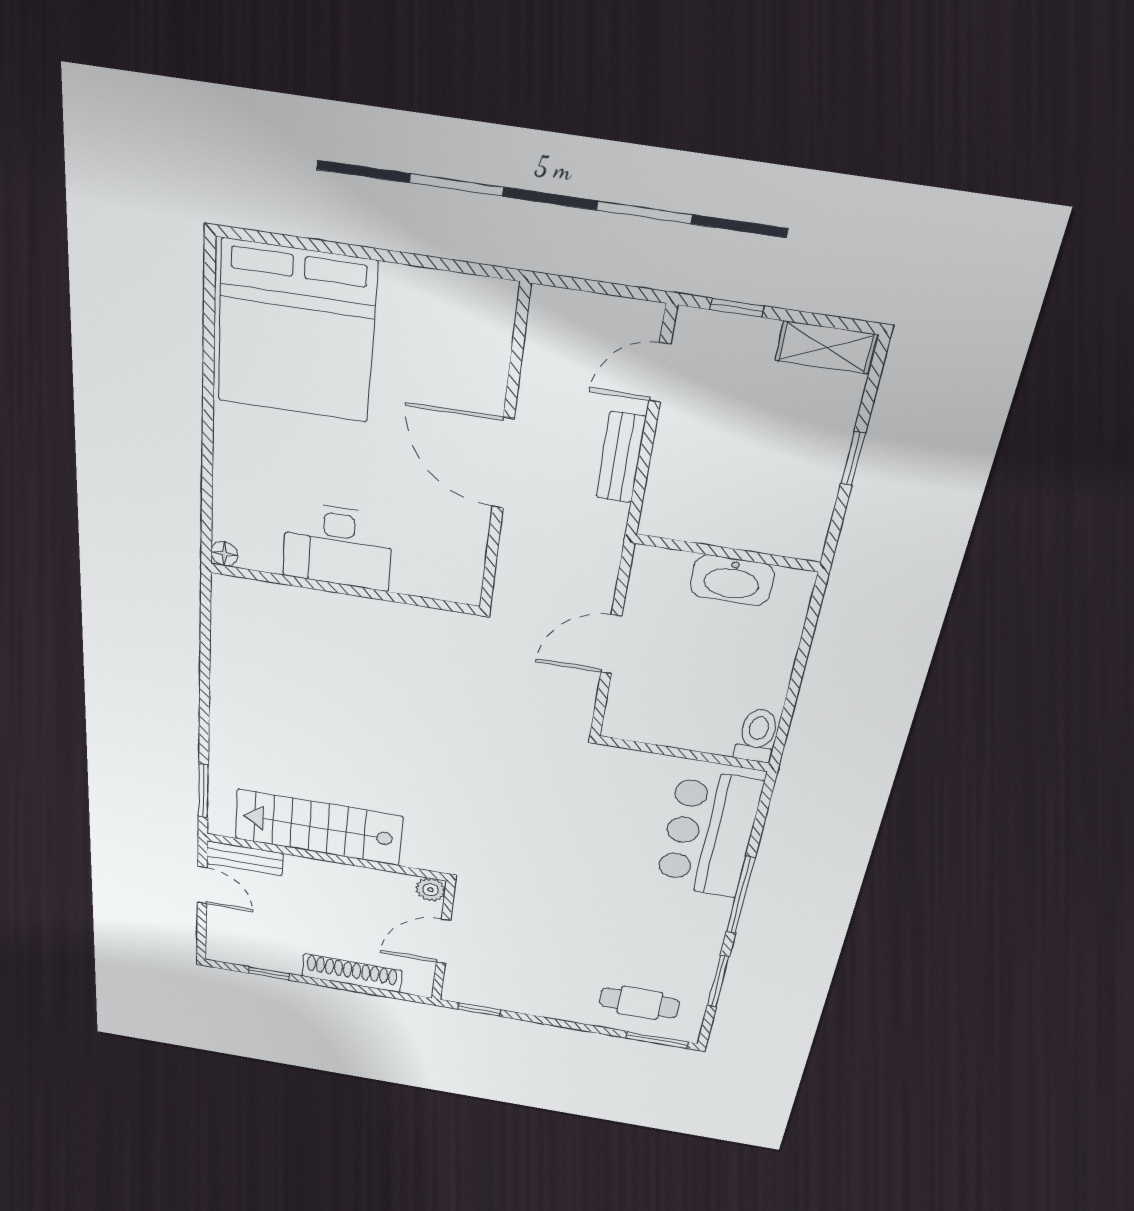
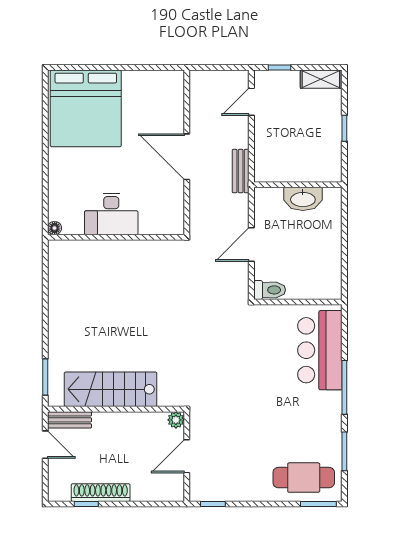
bench: (621, 457) -> (241, 171), moved
toilet: (757, 735) -> (270, 290), moved, turned 90
shoe rack: (352, 973) -> (101, 493), moved
cafe table: (640, 1003) -> (304, 478), width x1.37, depth x1.35

